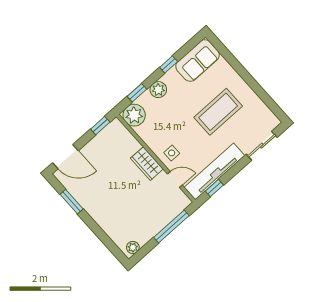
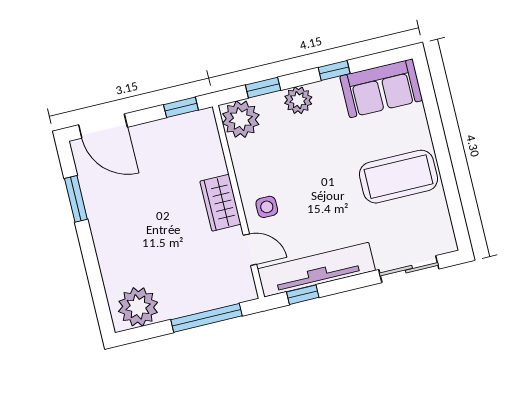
coffee table: (218, 112) -> (398, 177), moved
plant: (133, 247) -> (138, 307), width x1.88, depth x1.88

